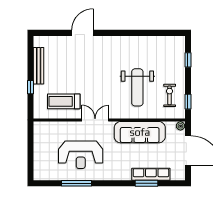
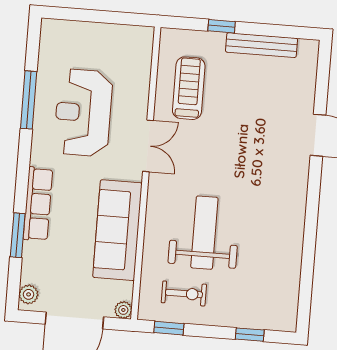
weight bench: (137, 87) -> (204, 233), turned 90
row of seats: (151, 174) -> (38, 204), moved
plant: (176, 175) -> (29, 294), added

